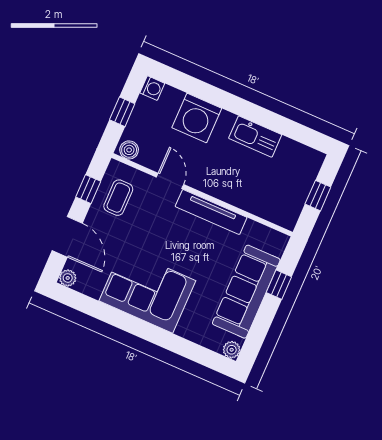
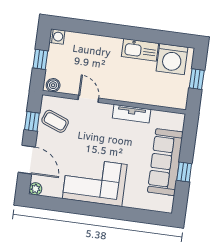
washing machine: (197, 118) -> (172, 59), moved
coffee table: (118, 198) -> (55, 121), turned -69
tv unit: (211, 212) -> (132, 114), width x0.71
window: (279, 285) -> (184, 172), moved
plant: (232, 350) -> (167, 206), removed

